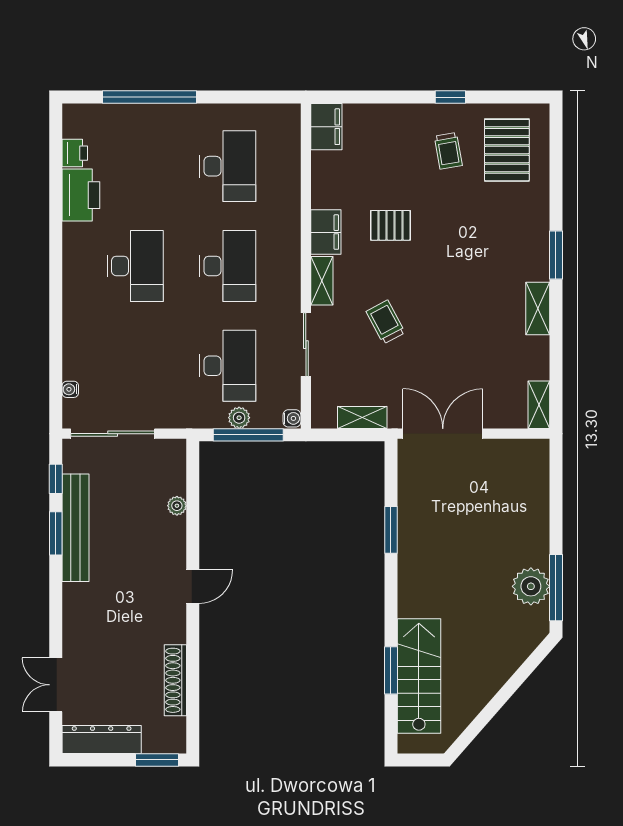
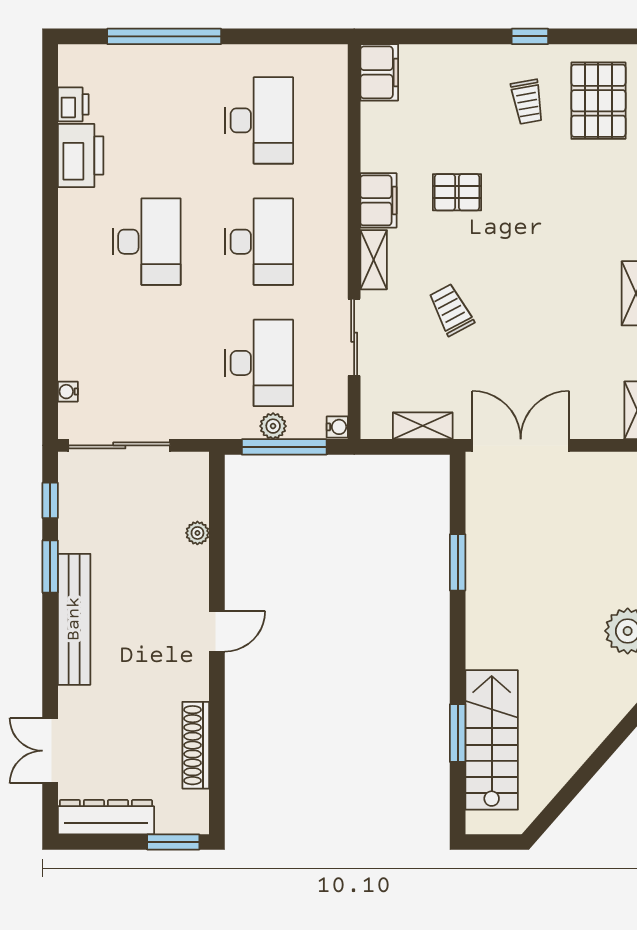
bench: (75, 528) -> (74, 619), moved

